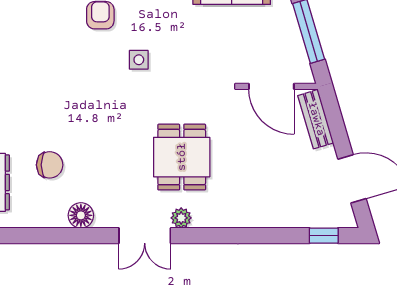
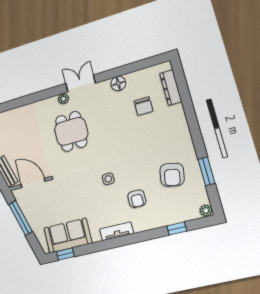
armchair: (34, 40) -> (172, 175), added
chair: (50, 165) -> (143, 106), turned -90

